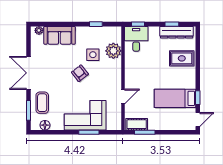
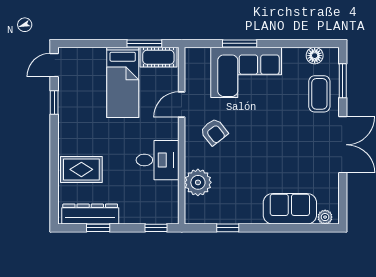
desk: (136, 39) -> (158, 160), moved, turned -90
side table: (93, 55) -> (233, 176), removed
armchair: (80, 73) -> (214, 132), moved
bed: (175, 98) -> (123, 82), moved, turned 90

